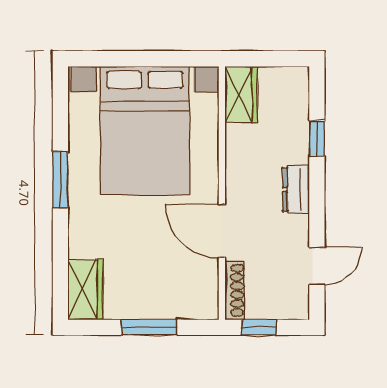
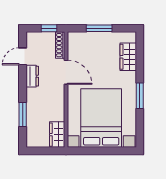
window: (317, 138) -> (23, 114), width x1.50
dresser: (296, 189) -> (32, 76), moved
wardrobe: (85, 290) -> (128, 57), moved

